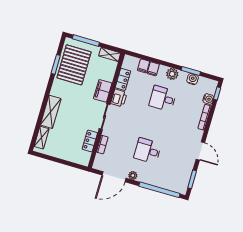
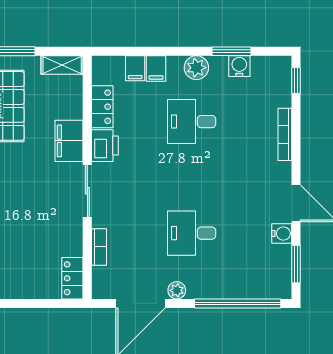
water cooler: (208, 99) -> (282, 233), moved
locker: (90, 141) -> (72, 278), moved

